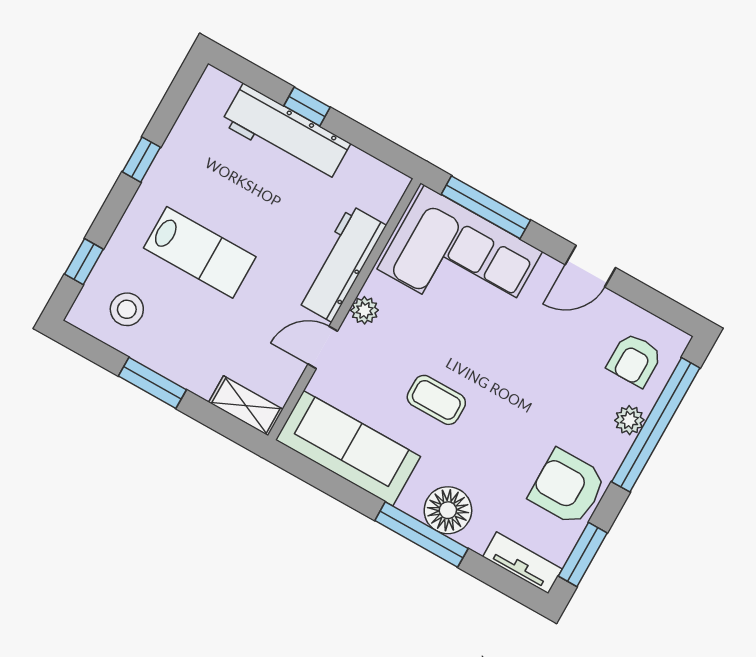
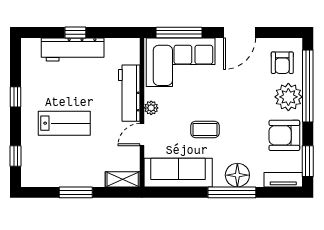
door: (590, 266) -> (240, 32), width x1.38
stool: (127, 309) -> (46, 166), removed
plant: (629, 420) -> (288, 97), width x1.88, depth x1.88

